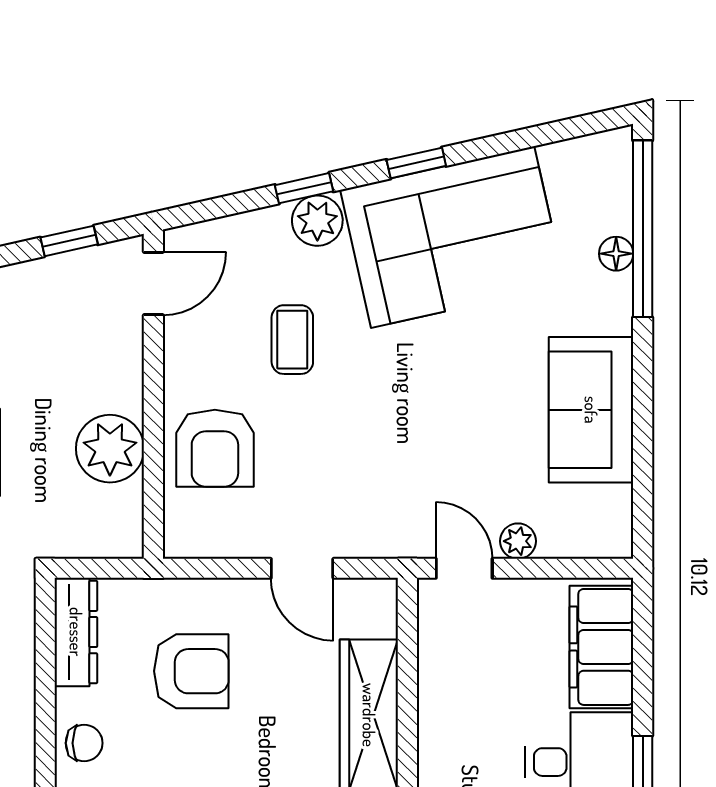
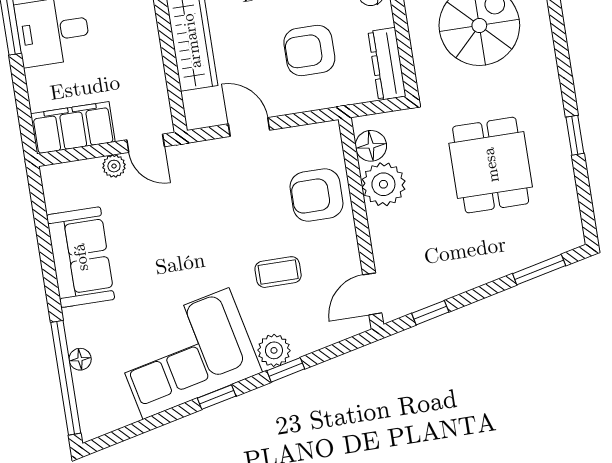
coffee table: (292, 340) -> (278, 272), turned 90
armchair: (215, 448) -> (317, 195), turned -90
floor lamp: (120, 510) -> (371, 146), added
filing cabinet: (601, 647) -> (73, 128), moved, turned -90

